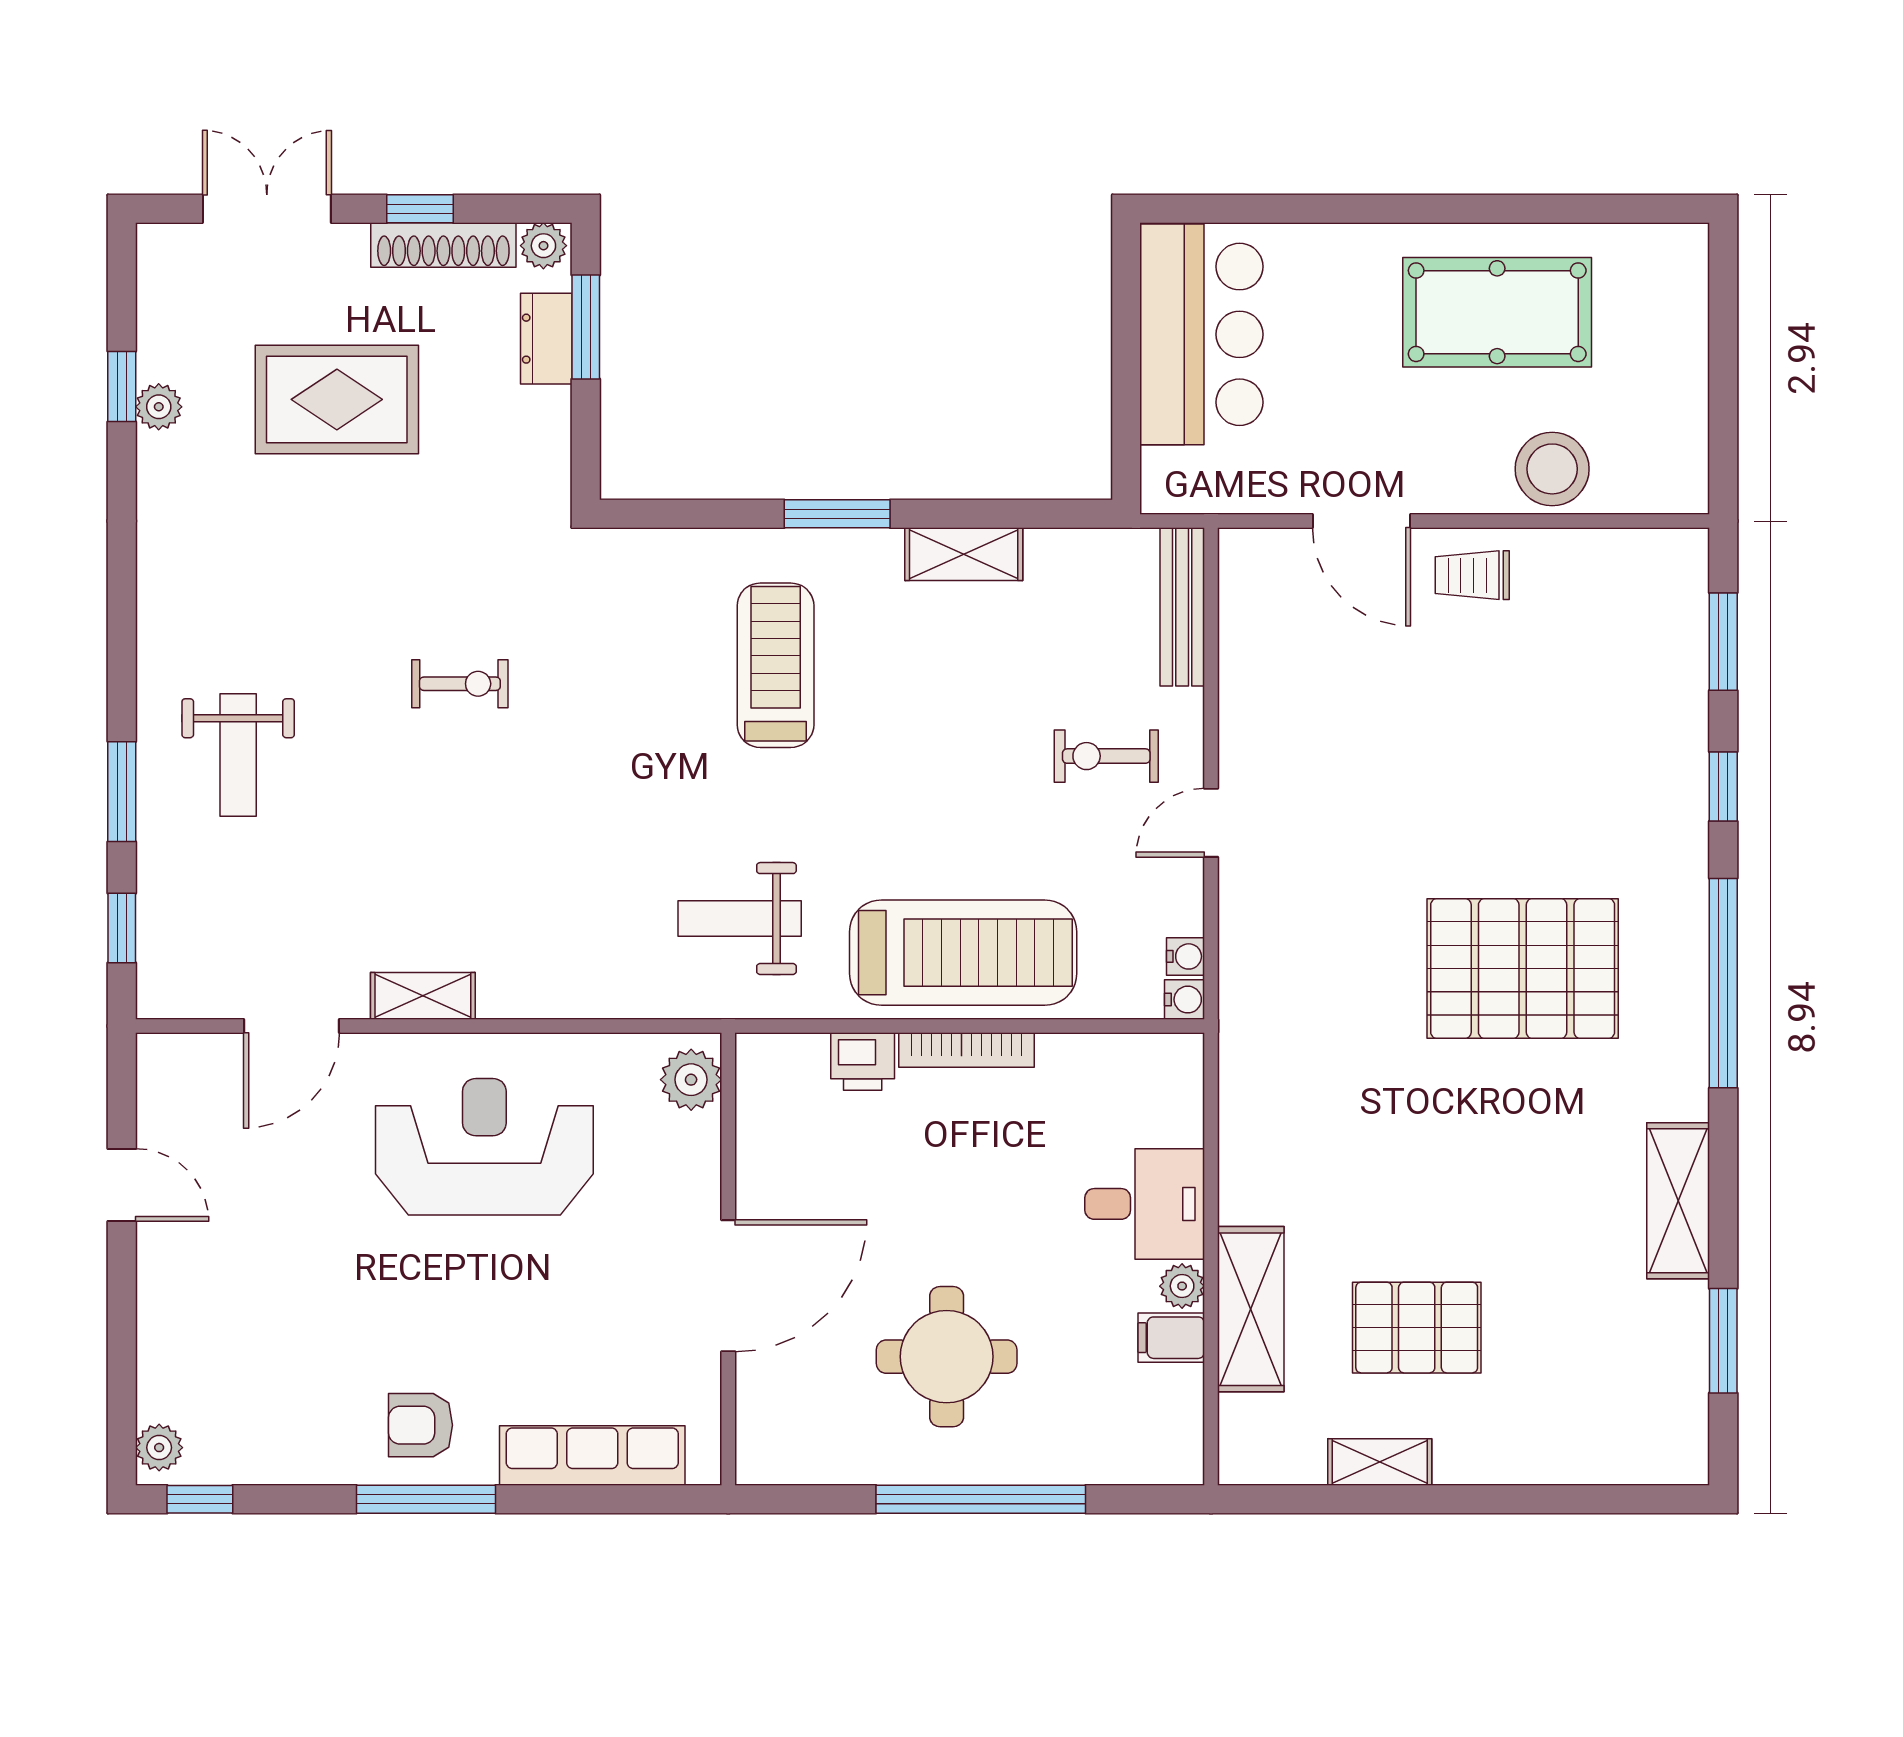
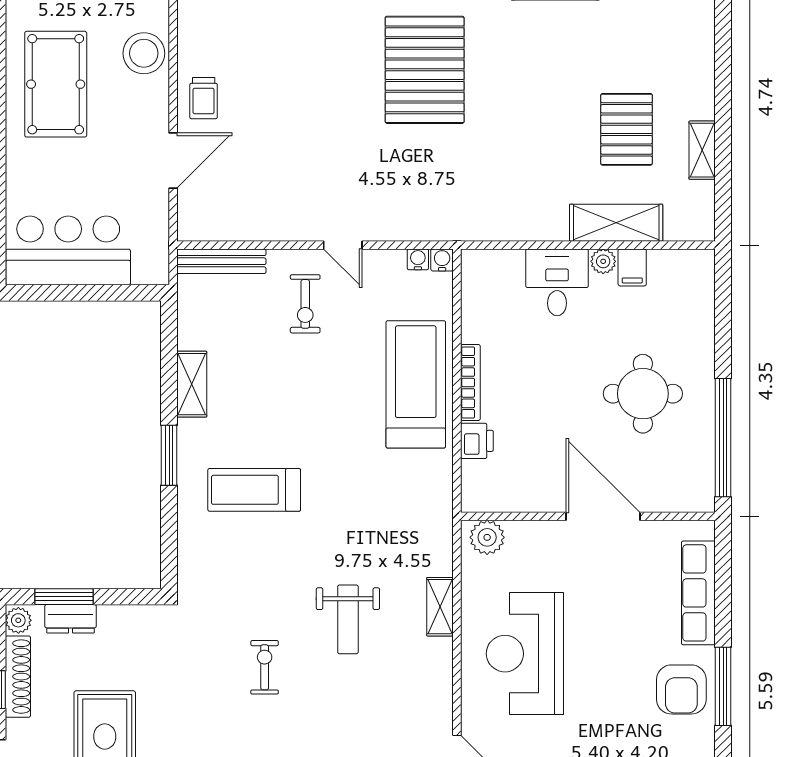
weight bench: (740, 919) -> (348, 619), moved
shelving: (423, 996) -> (440, 607), moved
armchair: (421, 1425) -> (681, 689), width x1.38, depth x1.38
window: (981, 1499) -> (723, 438), moved

